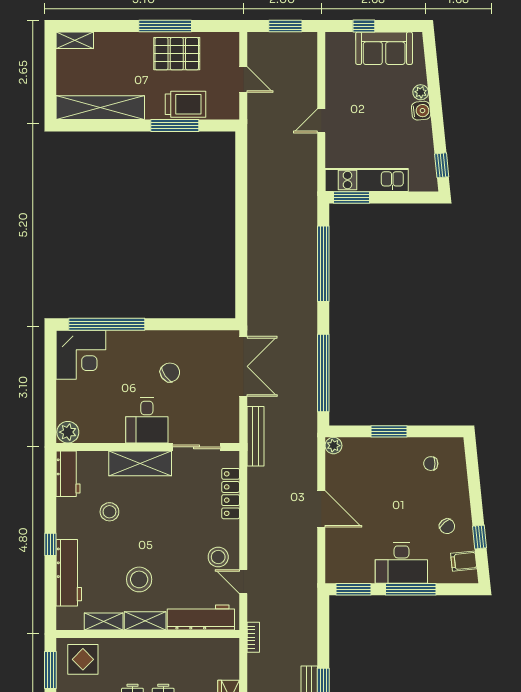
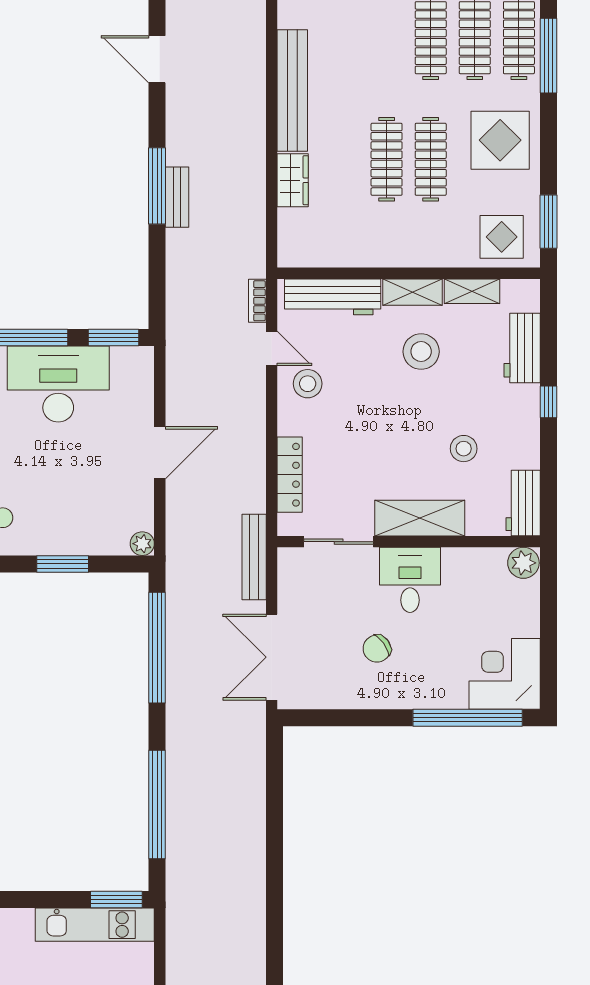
door: (321, 509) -> (160, 453), swing flipped
desk: (401, 563) -> (58, 384), width x1.36, depth x1.30
workbench: (69, 573) -> (522, 348), width x0.73
bookcase: (253, 637) -> (257, 301), moved

